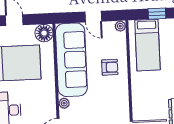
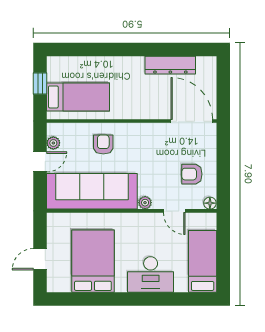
plant: (120, 26) -> (53, 143), moved
floor lamp: (44, 33) -> (58, 223), removed

